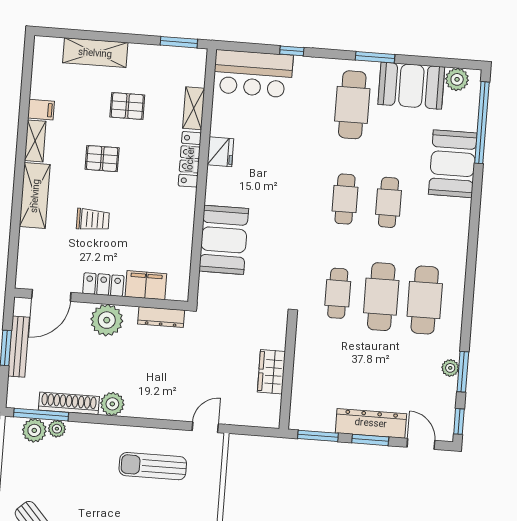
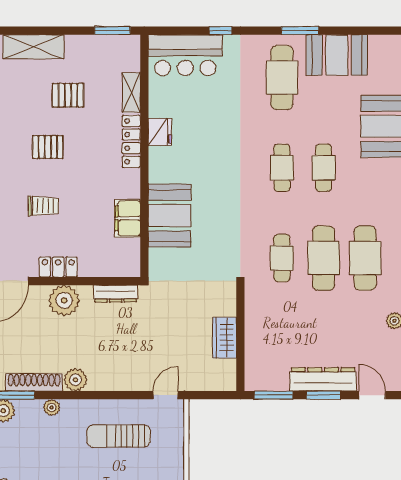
plant: (457, 79) -> (380, 46), removed
filing cabinet: (146, 285) -> (128, 218), moved, turned -90
plant: (57, 429) -> (52, 407), moved

